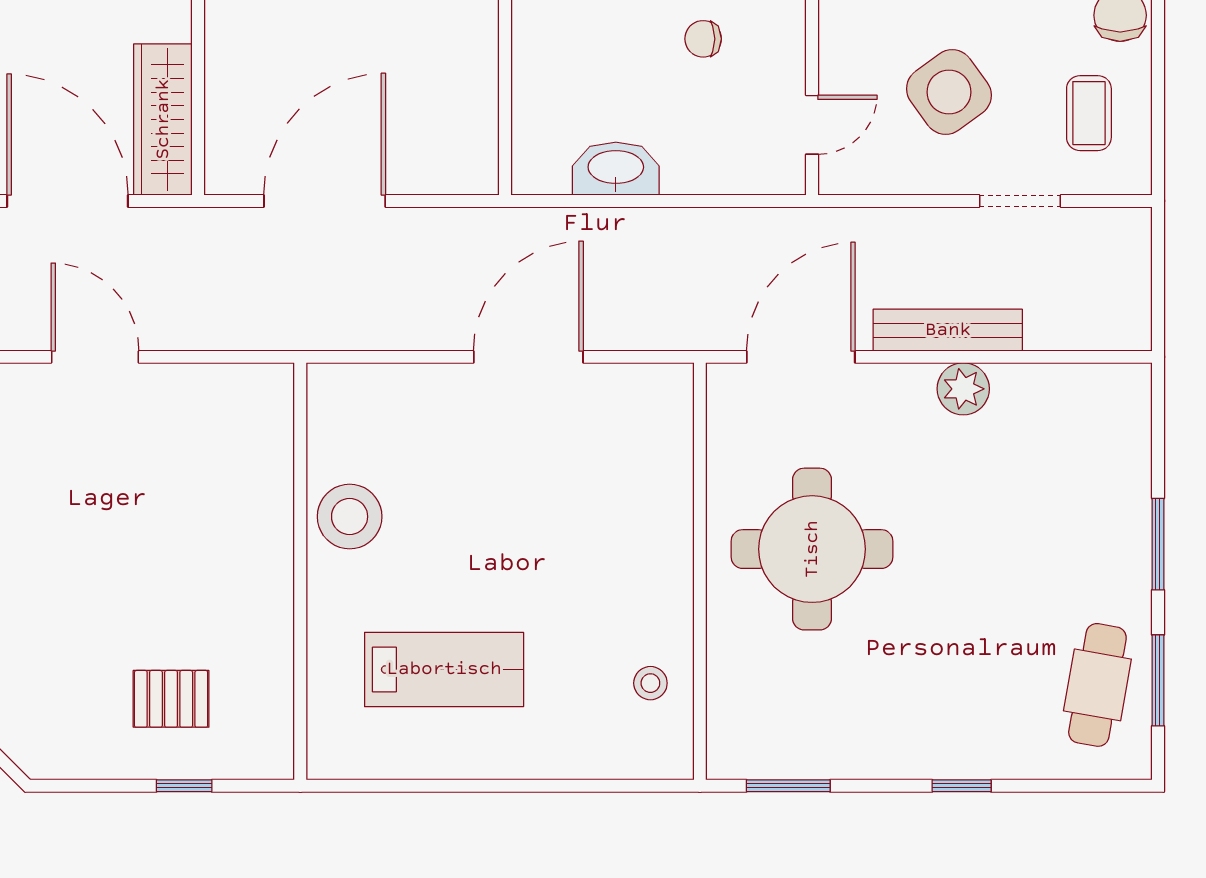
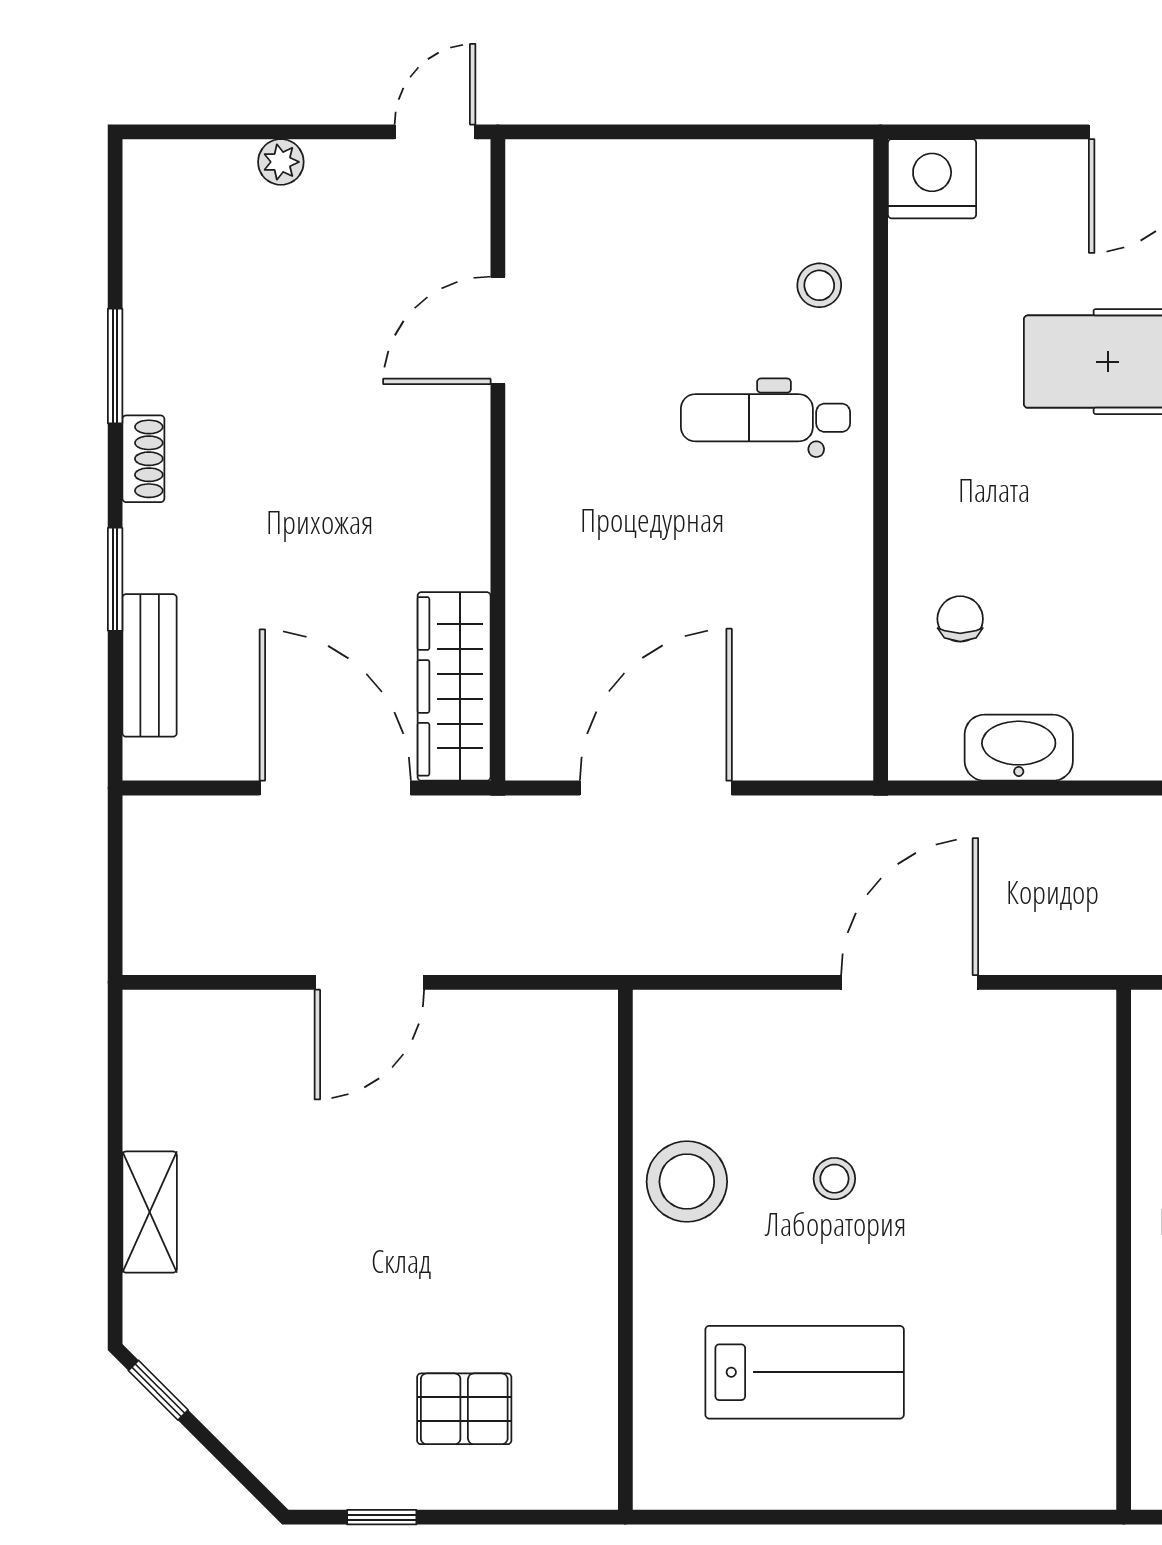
chair: (703, 39) -> (960, 619), moved, turned 90
door: (95, 357) -> (369, 982), swing flipped
stool: (650, 683) -> (834, 1179), moved
window: (184, 786) -> (382, 1517), moved

